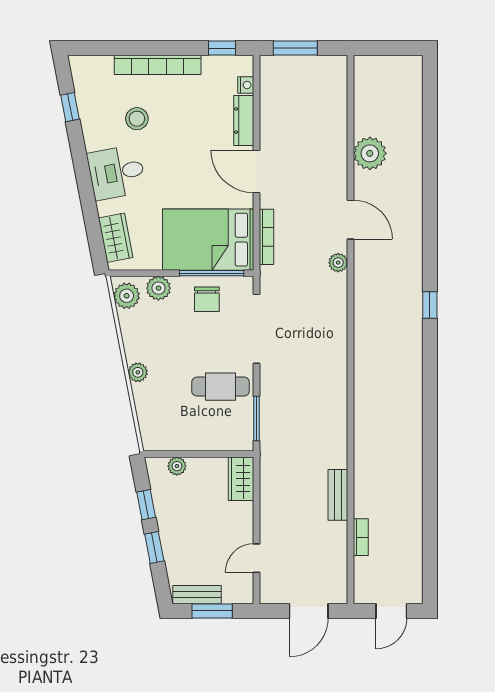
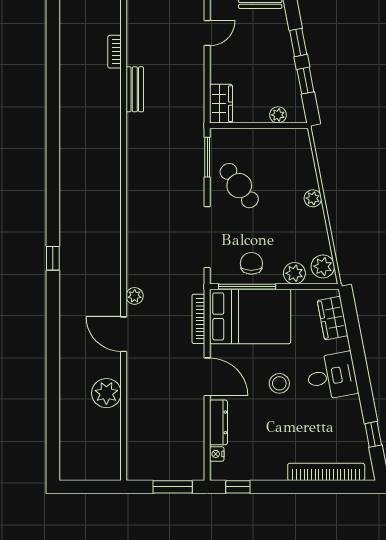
bookcase: (158, 65) -> (326, 472), moved
stool: (137, 119) -> (279, 383), moved
cafe table: (221, 387) -> (239, 186), turned 53

